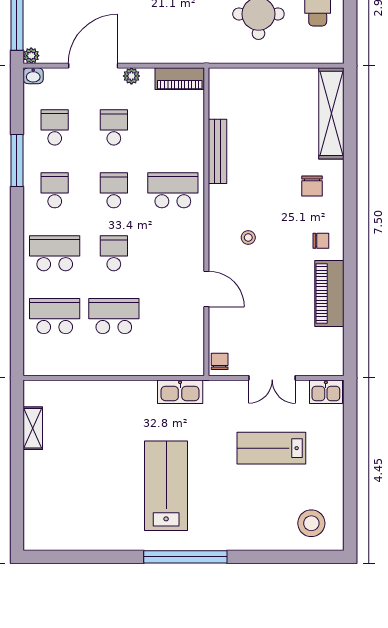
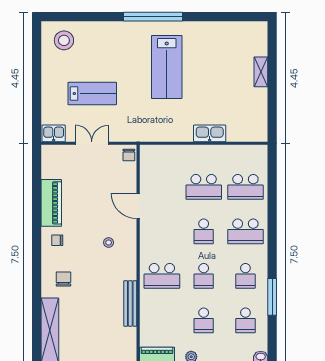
kitchen sink: (180, 392) -> (210, 133), moved
shelving: (33, 428) -> (261, 72), moved

